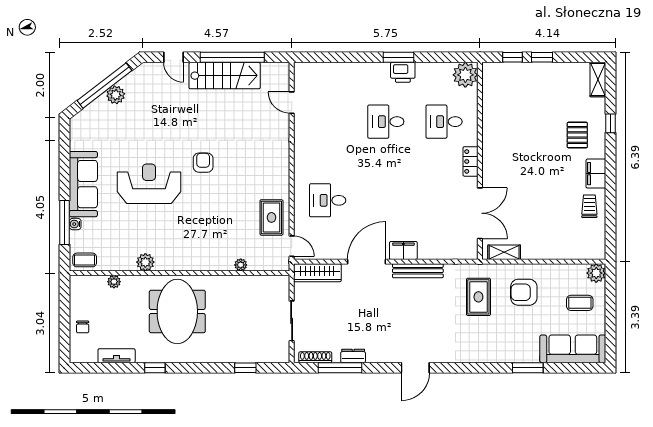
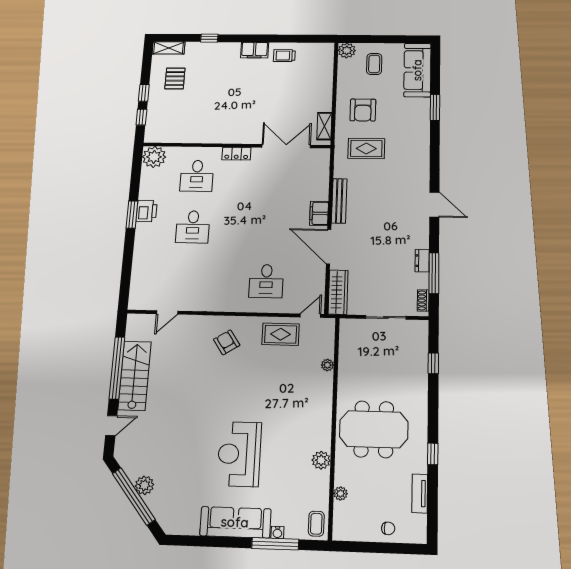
pallet: (577, 135) -> (175, 78), moved, turned 90
armchair: (203, 163) -> (227, 342), moved, turned 57
shoe rack: (315, 357) -> (423, 300), width x0.70

